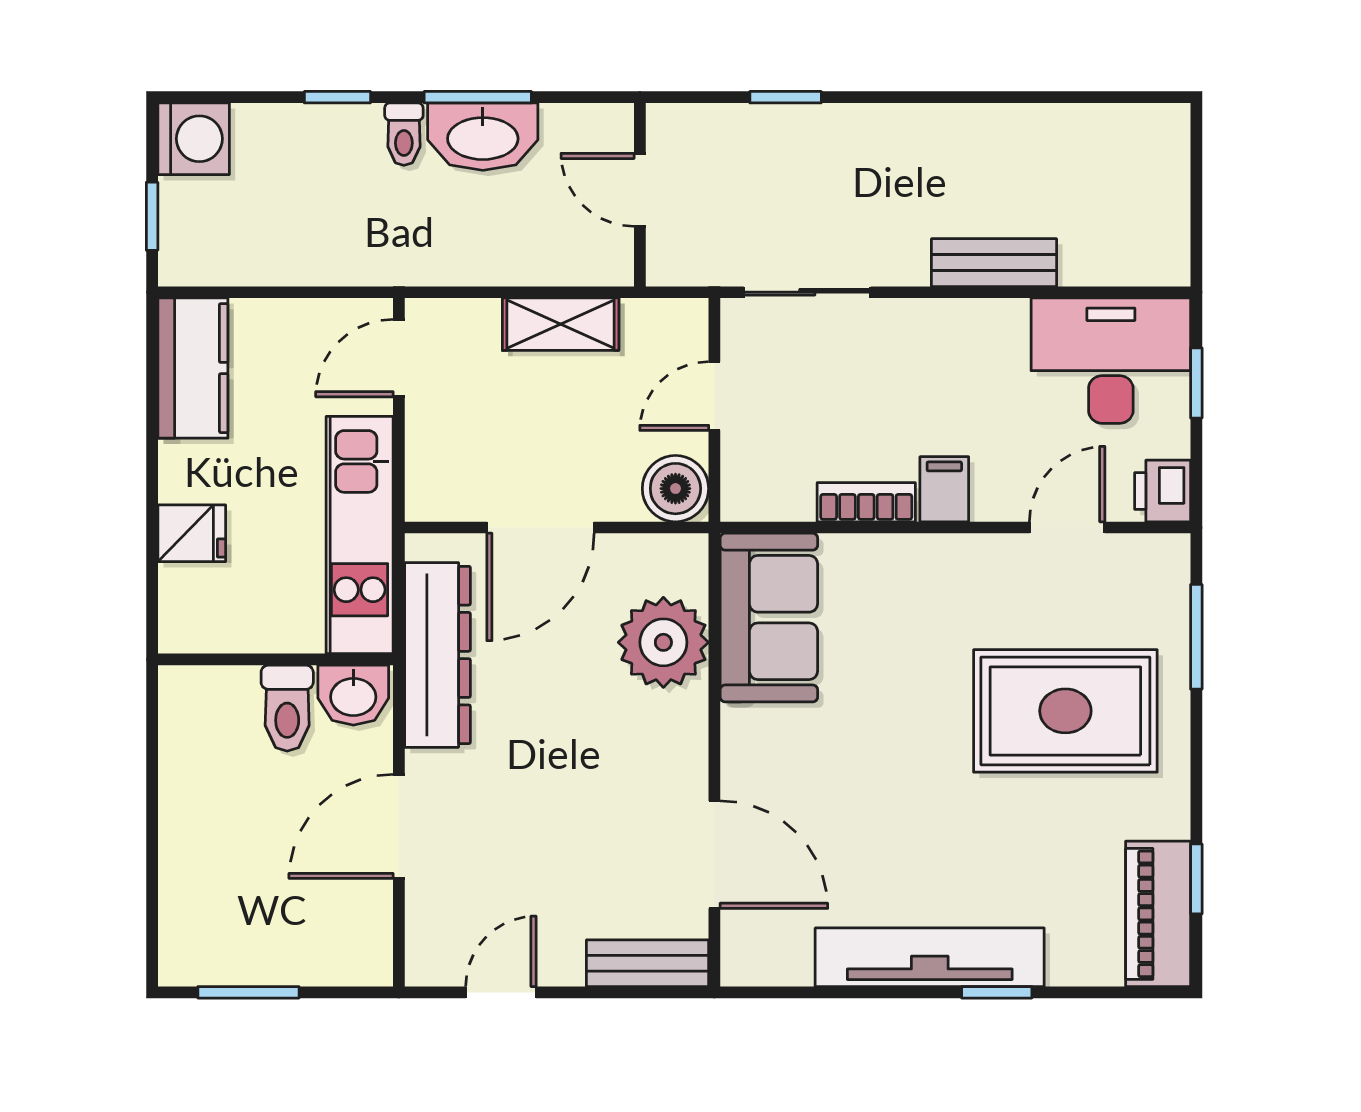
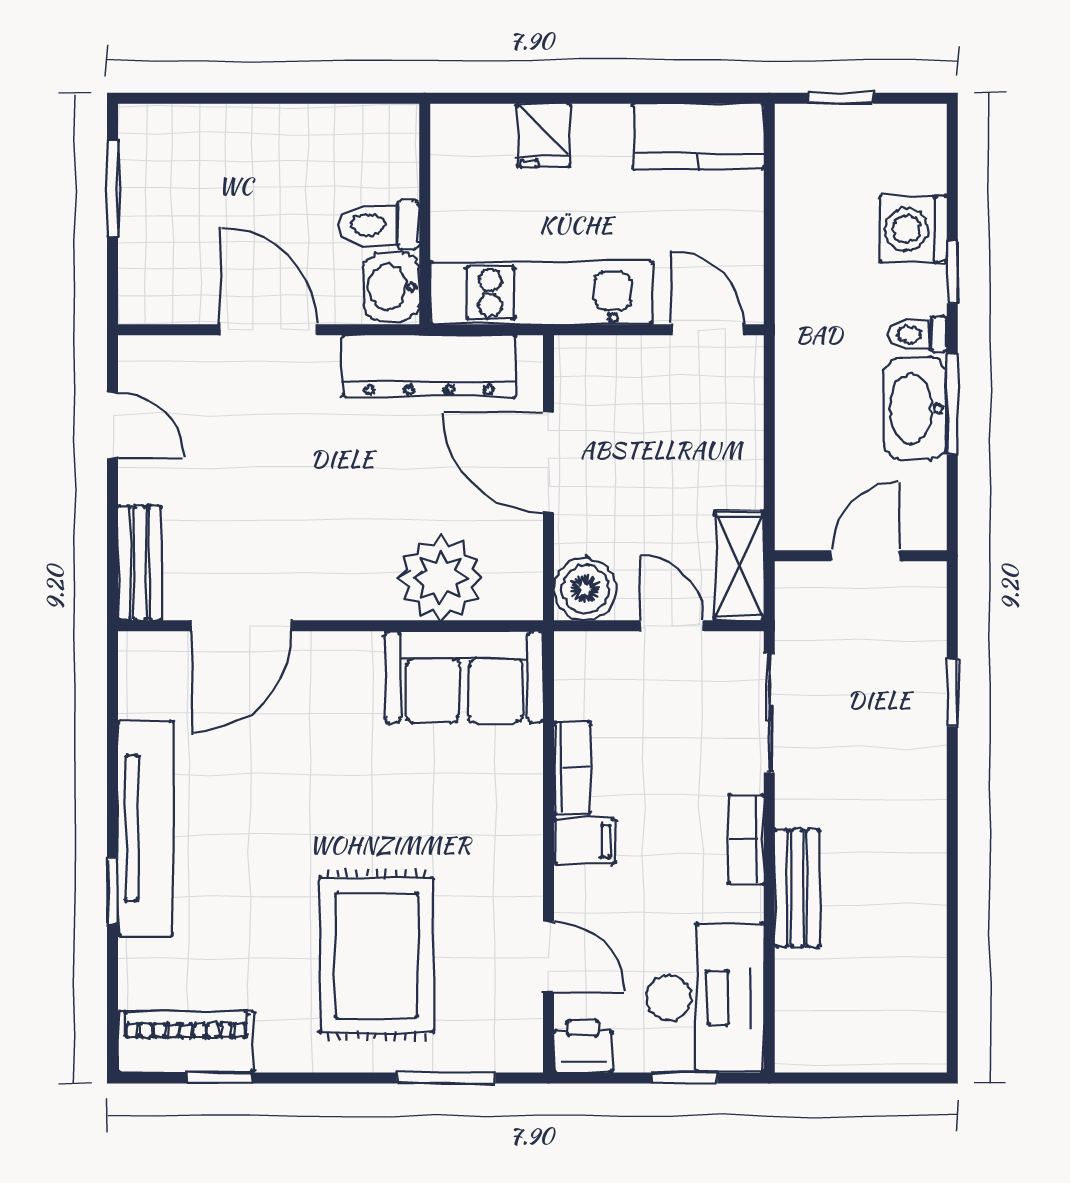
washing machine: (194, 139) -> (913, 229), moved, turned 90
bookcase: (942, 317) -> (746, 839), added
shelving: (561, 324) -> (739, 566), moved

